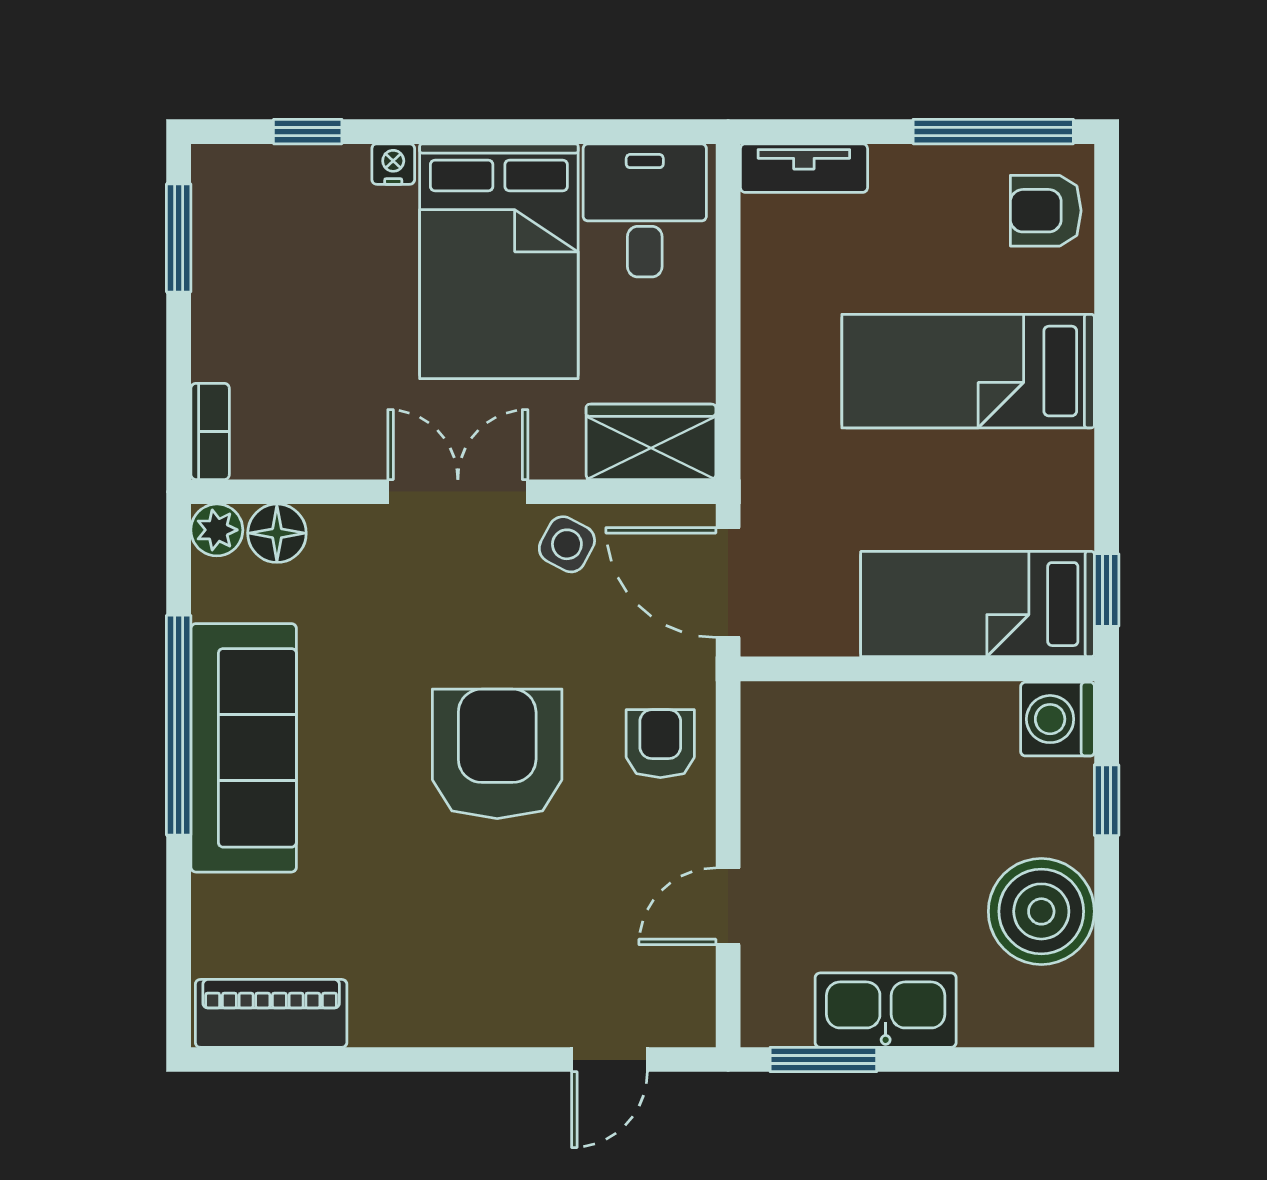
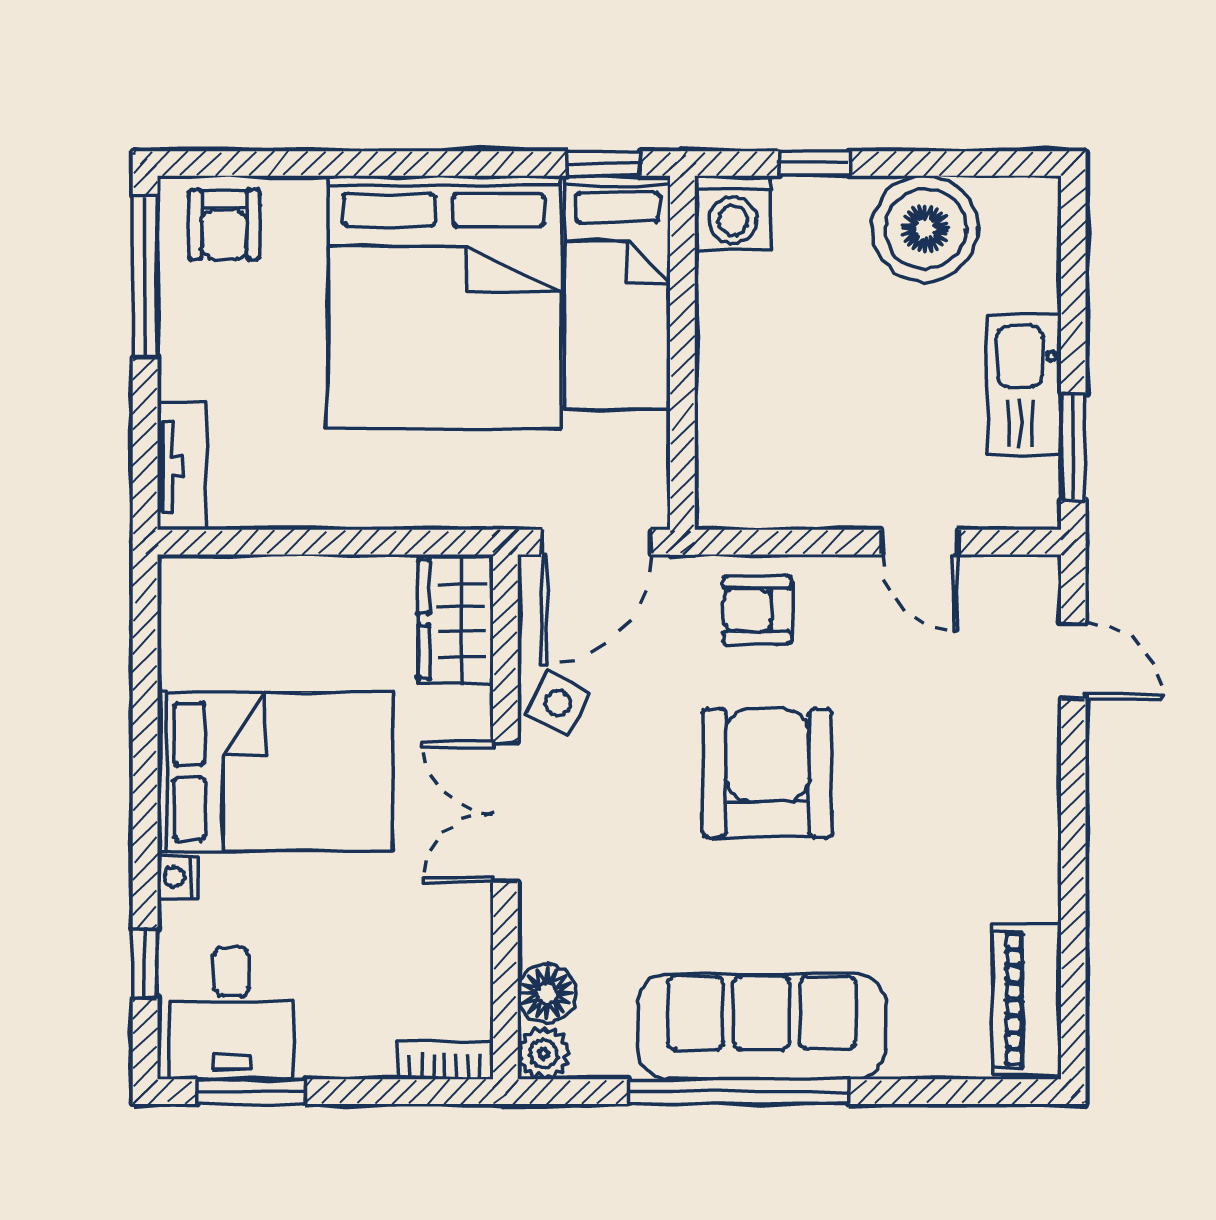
desk: (645, 210) -> (231, 1013), moved, turned -90
bed: (968, 371) -> (444, 302), width x2.04
armchair: (497, 754) -> (768, 773), turned 90

